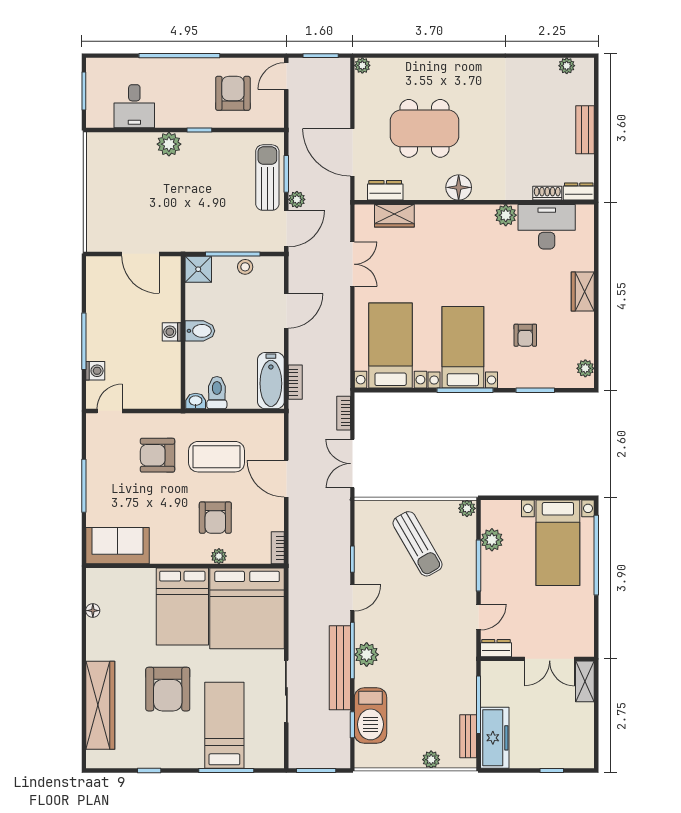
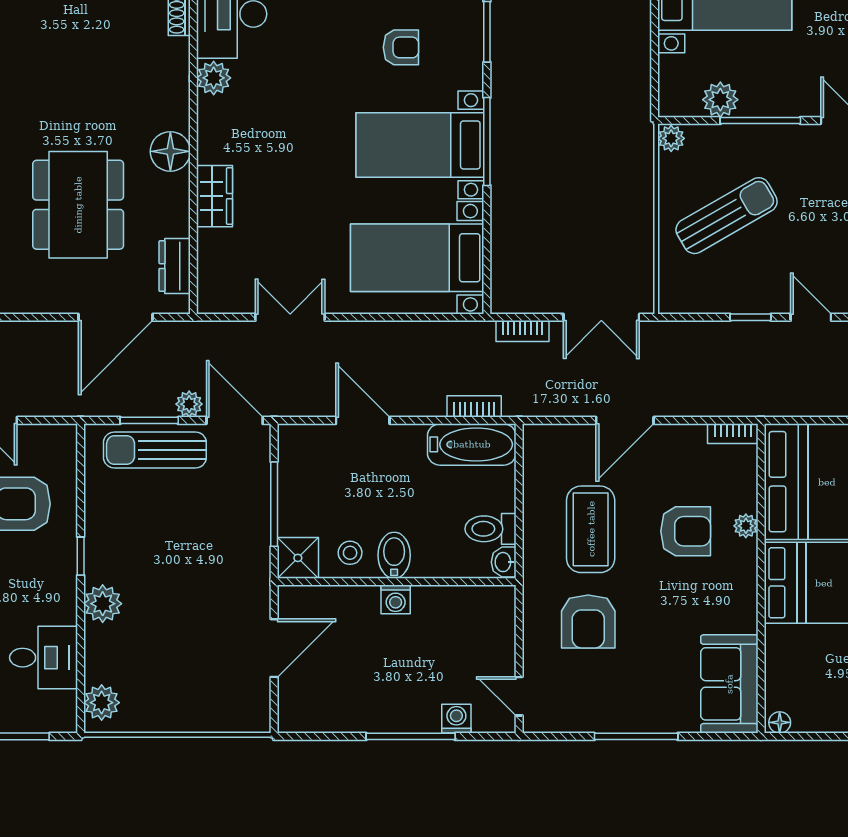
plant: (106, 143) -> (102, 703), added
wardrobe: (394, 216) -> (215, 196), moved
stool: (245, 267) -> (350, 553), moved
floor lamp: (93, 611) -> (780, 722), moved

